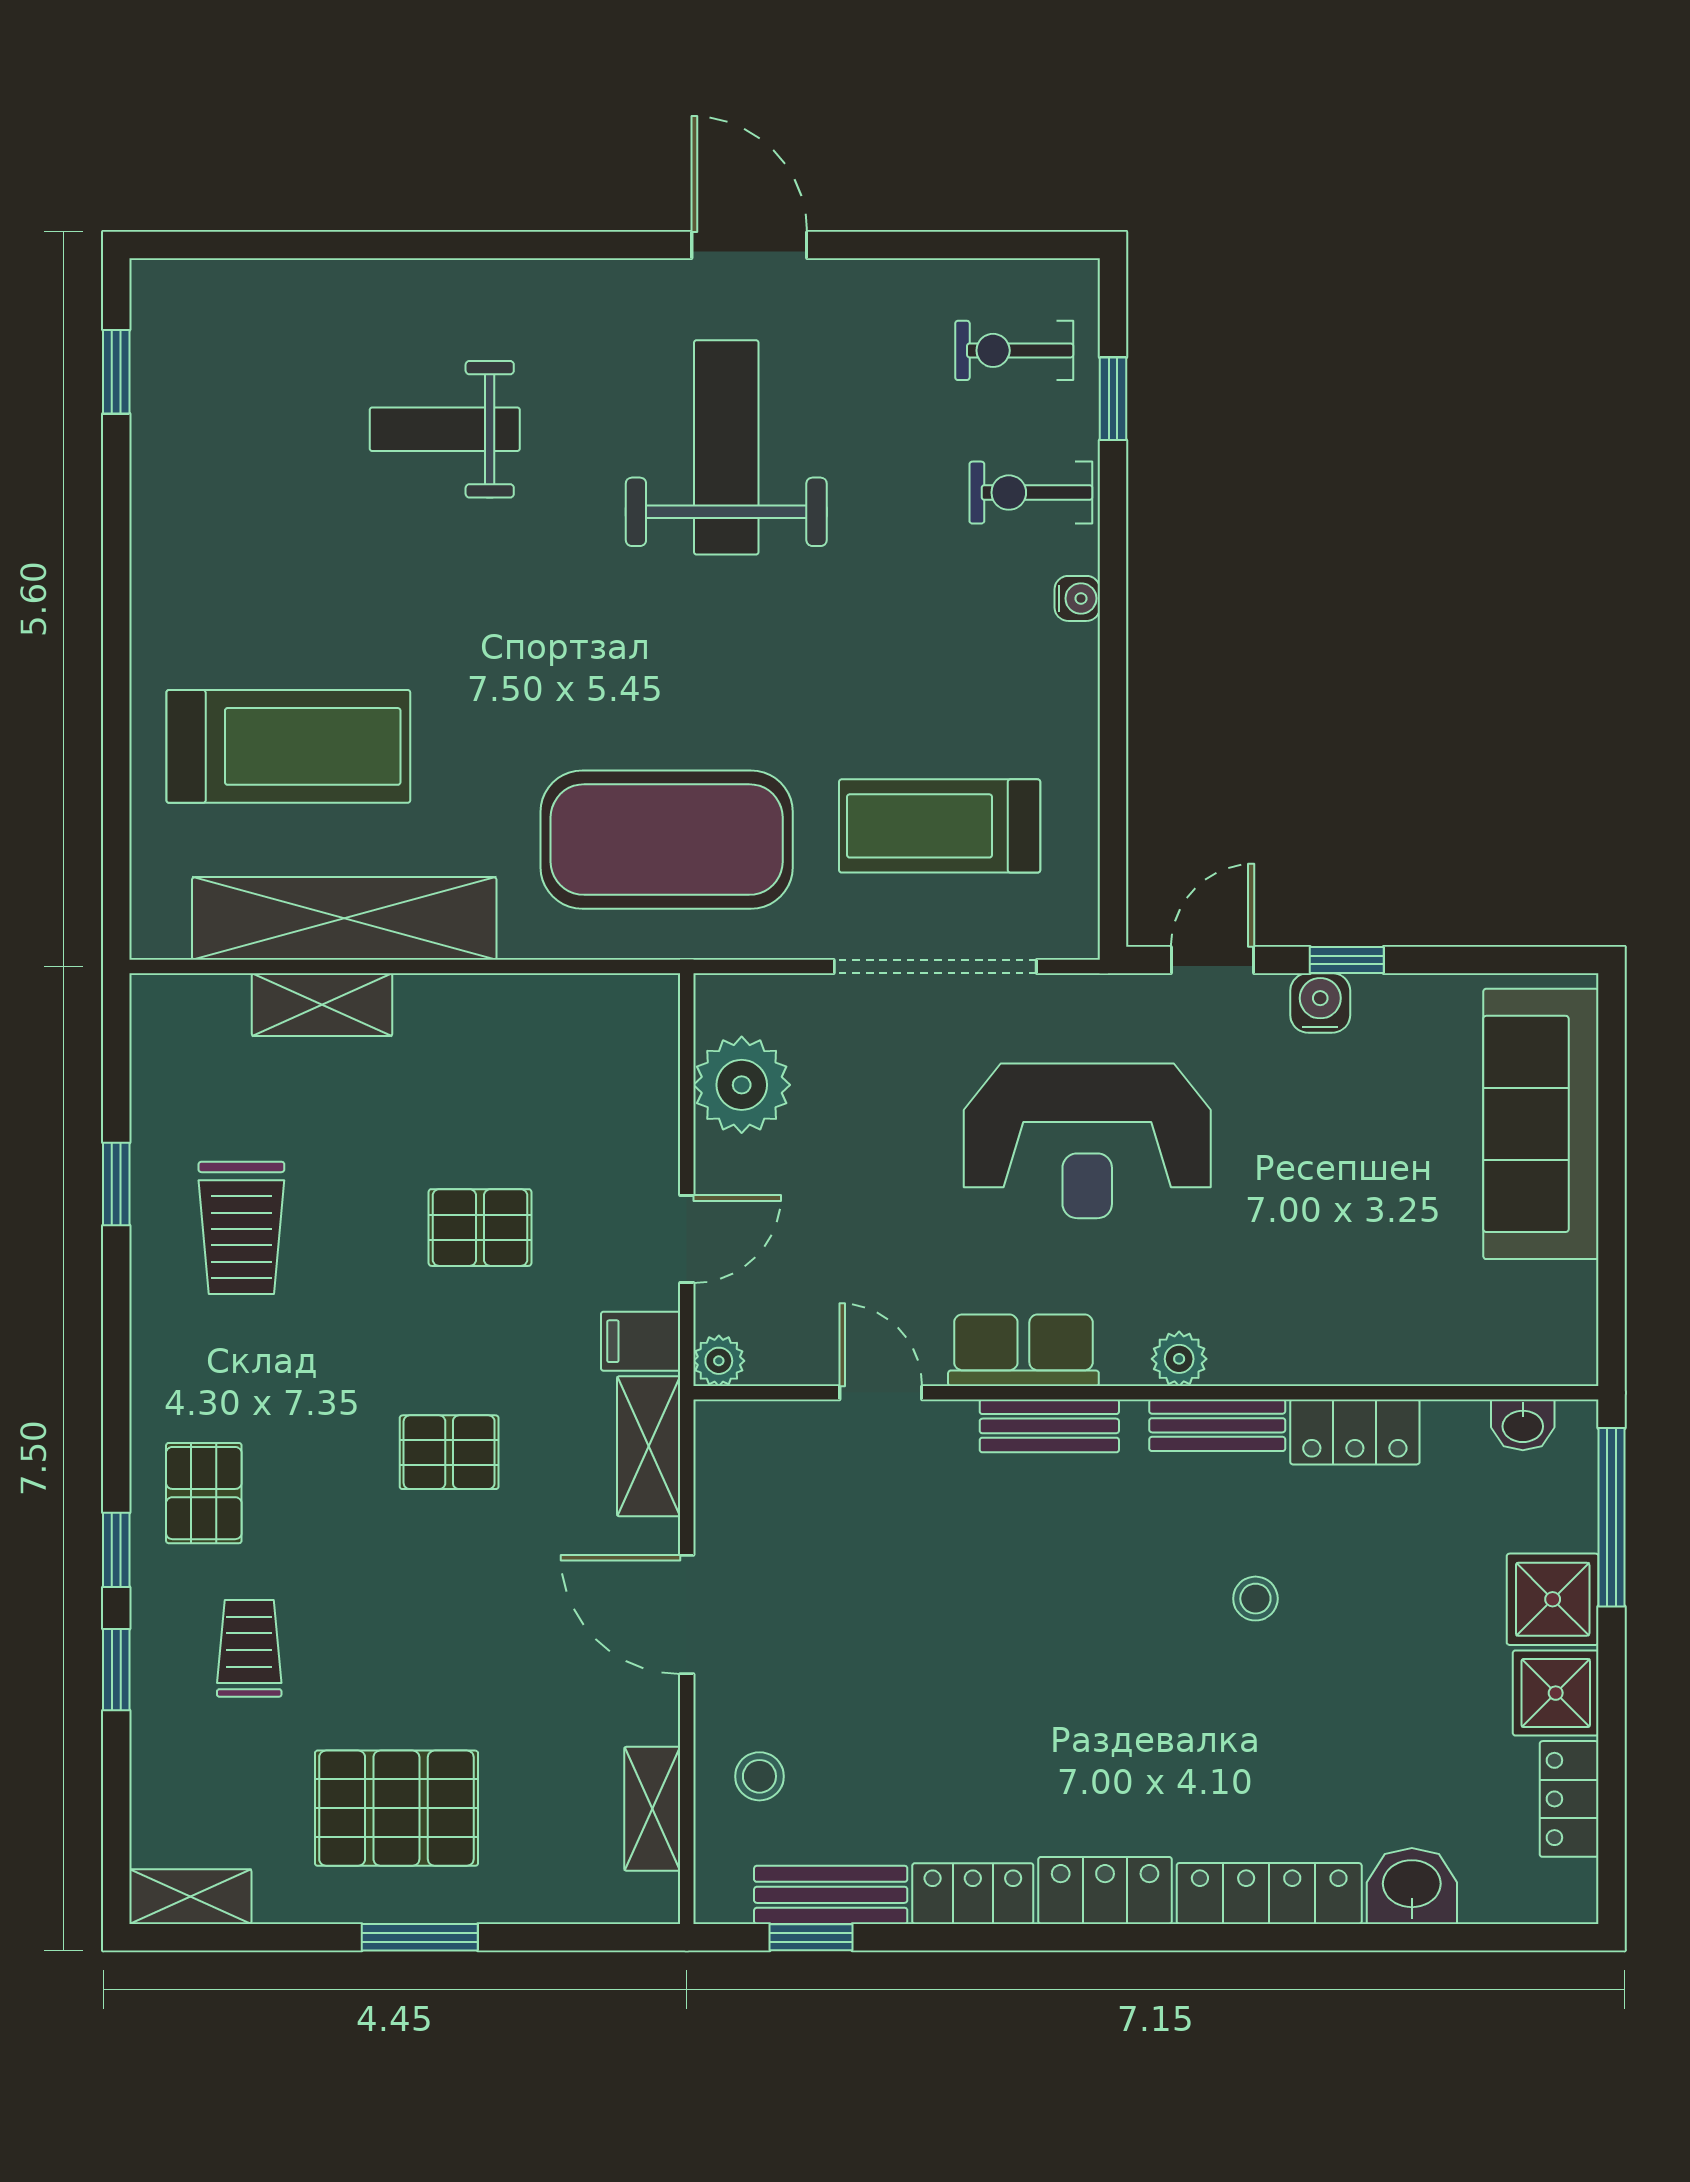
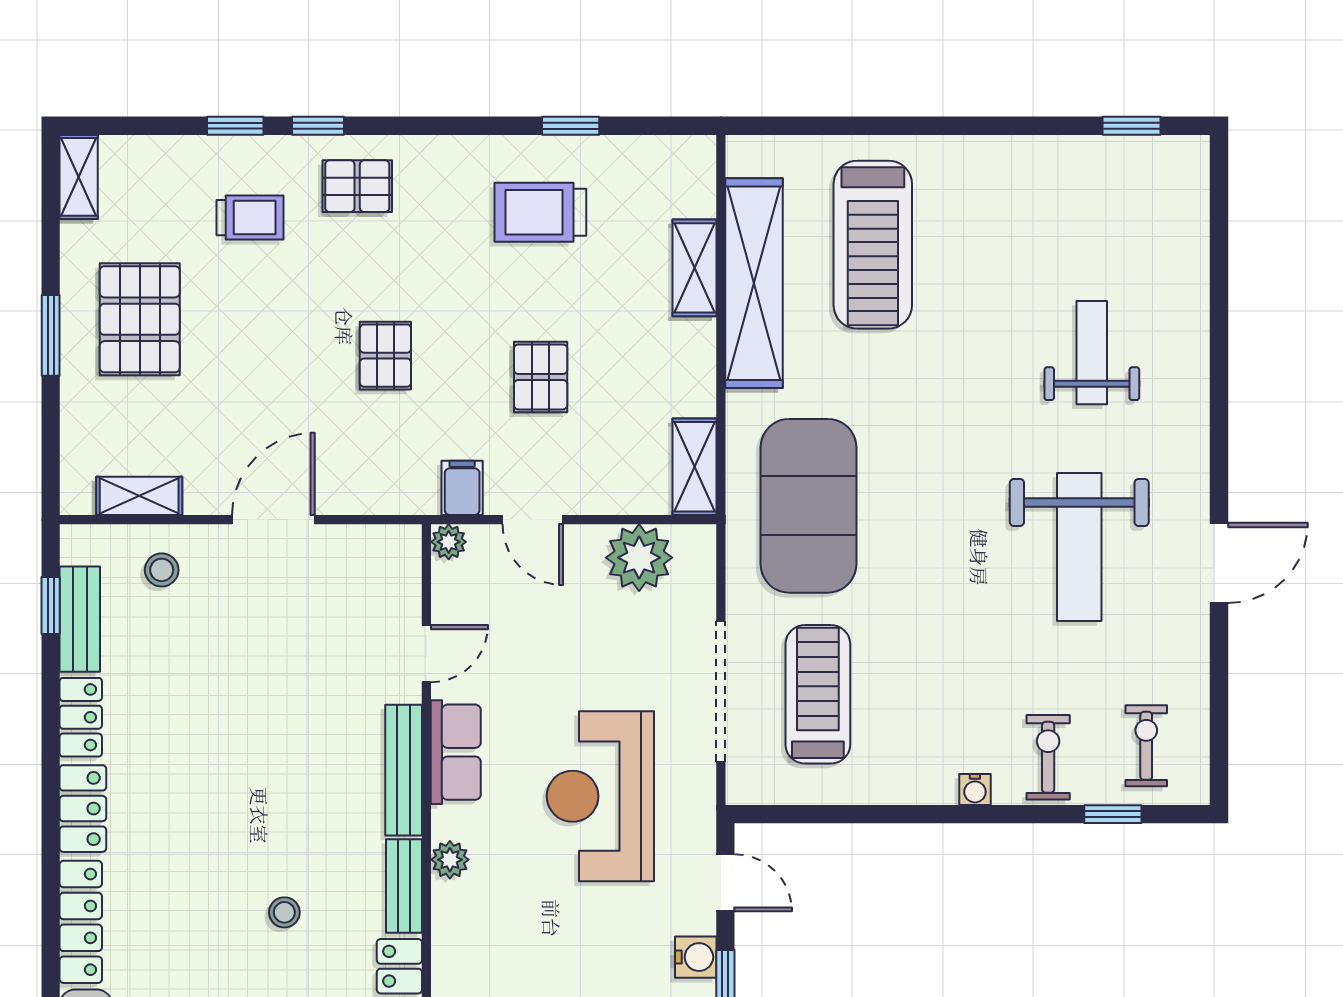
weight bench: (726, 447) -> (1079, 547), turned 90
bench: (1049, 1426) -> (404, 770), width x1.36
shelving: (649, 1446) -> (695, 467), moved, turned 90

